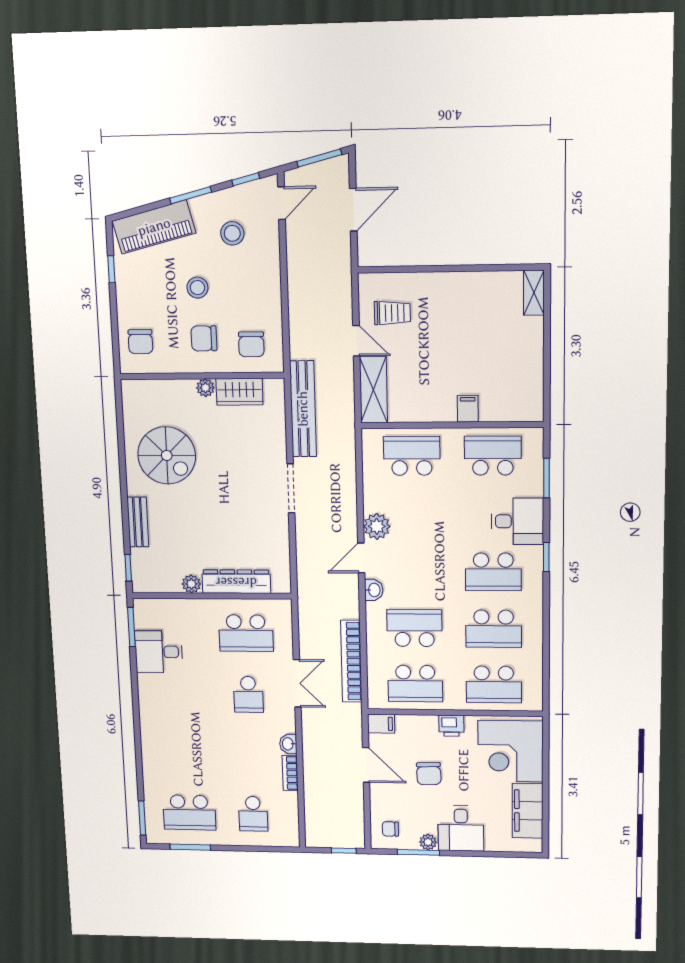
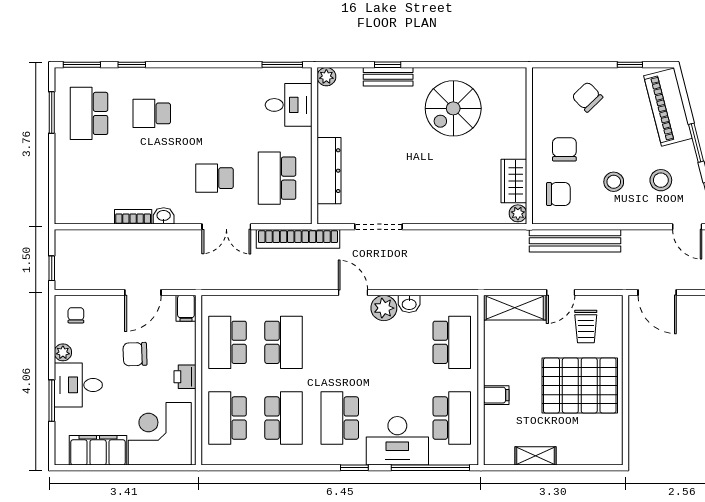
door: (353, 210) -> (657, 293), moved
stool: (197, 288) -> (614, 182), moved
shelving: (534, 293) -> (536, 456), moved
pallet: (457, 319) -> (580, 385), added
chair: (140, 342) -> (587, 97), moved, turned 46
chair: (251, 344) -> (558, 194), turned 180
plant: (205, 388) -> (518, 213), moved
bench: (303, 409) -> (575, 241), moved
window: (546, 478) -> (430, 468), width x2.11
doorway: (291, 488) -> (378, 227), moved
desk: (517, 521) -> (397, 441), width x1.37
window: (128, 568) -> (388, 65), moved
plant: (191, 584) -> (326, 77), moved
washbasin: (374, 590) -> (409, 304), moved
school desk: (494, 629) -> (284, 418), turned 180
desk: (159, 652) -> (289, 105), moved, turned 90
bookcase: (351, 661) -> (298, 239), moved, turned 180
window: (140, 772) -> (132, 65), added
school desk: (253, 814) -> (152, 113), moved
window: (418, 852) -> (52, 401), moved

